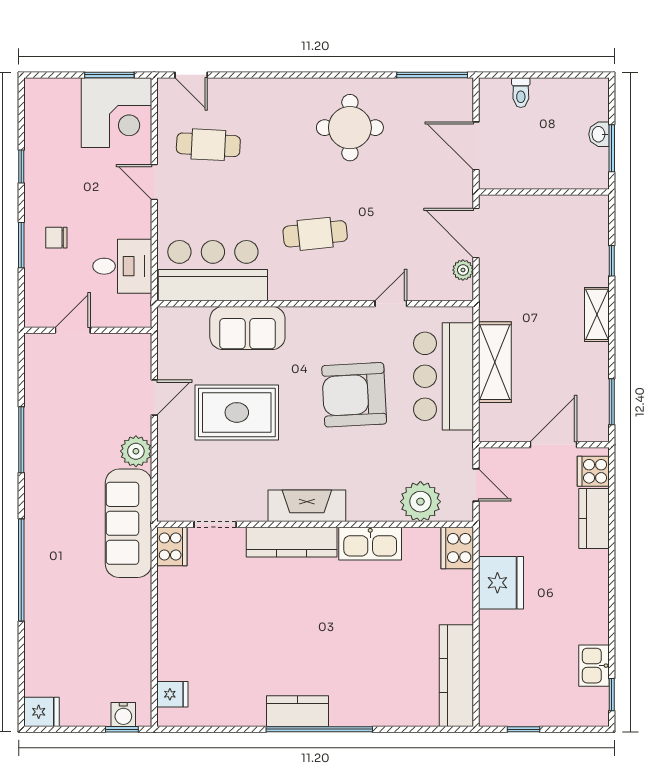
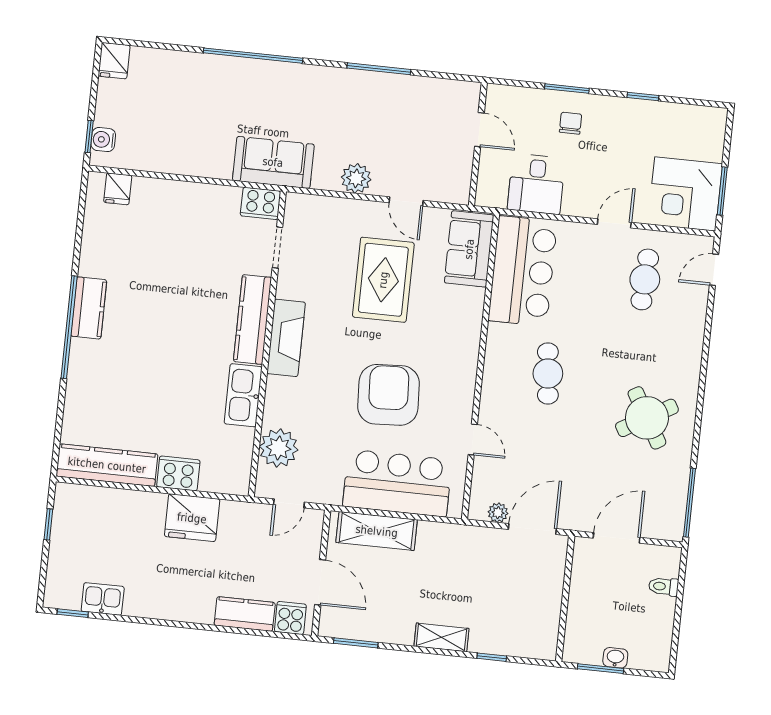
round table: (350, 128) -> (647, 418), turned -30
sofa: (247, 328) -> (469, 249), moved
shelving: (495, 362) -> (377, 531), moved
sofa: (128, 523) -> (273, 162), width x0.73
cooker: (457, 548) -> (178, 473), moved

